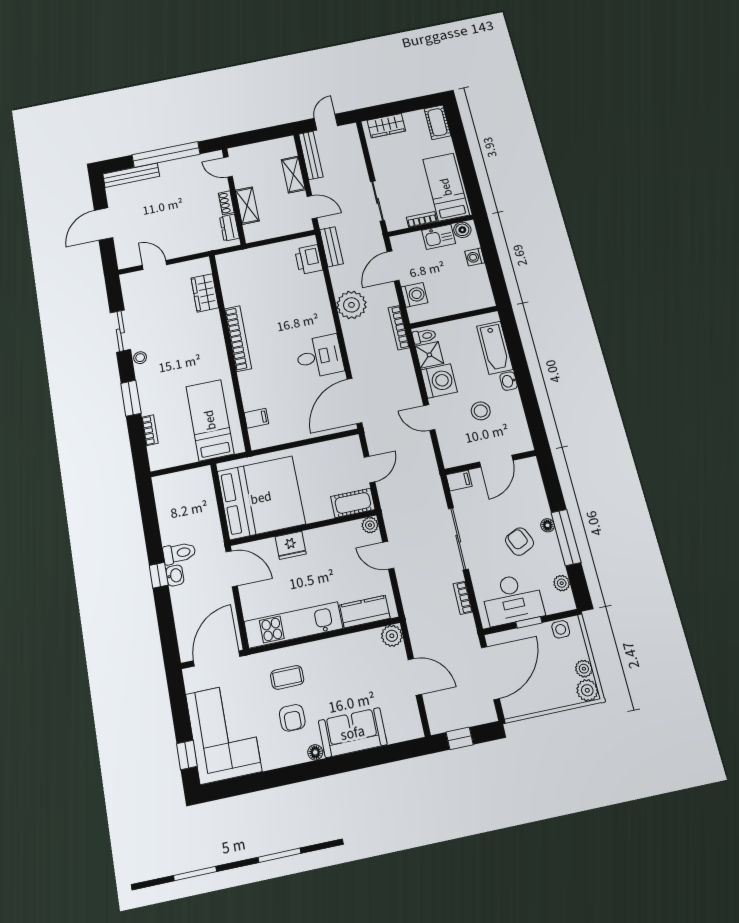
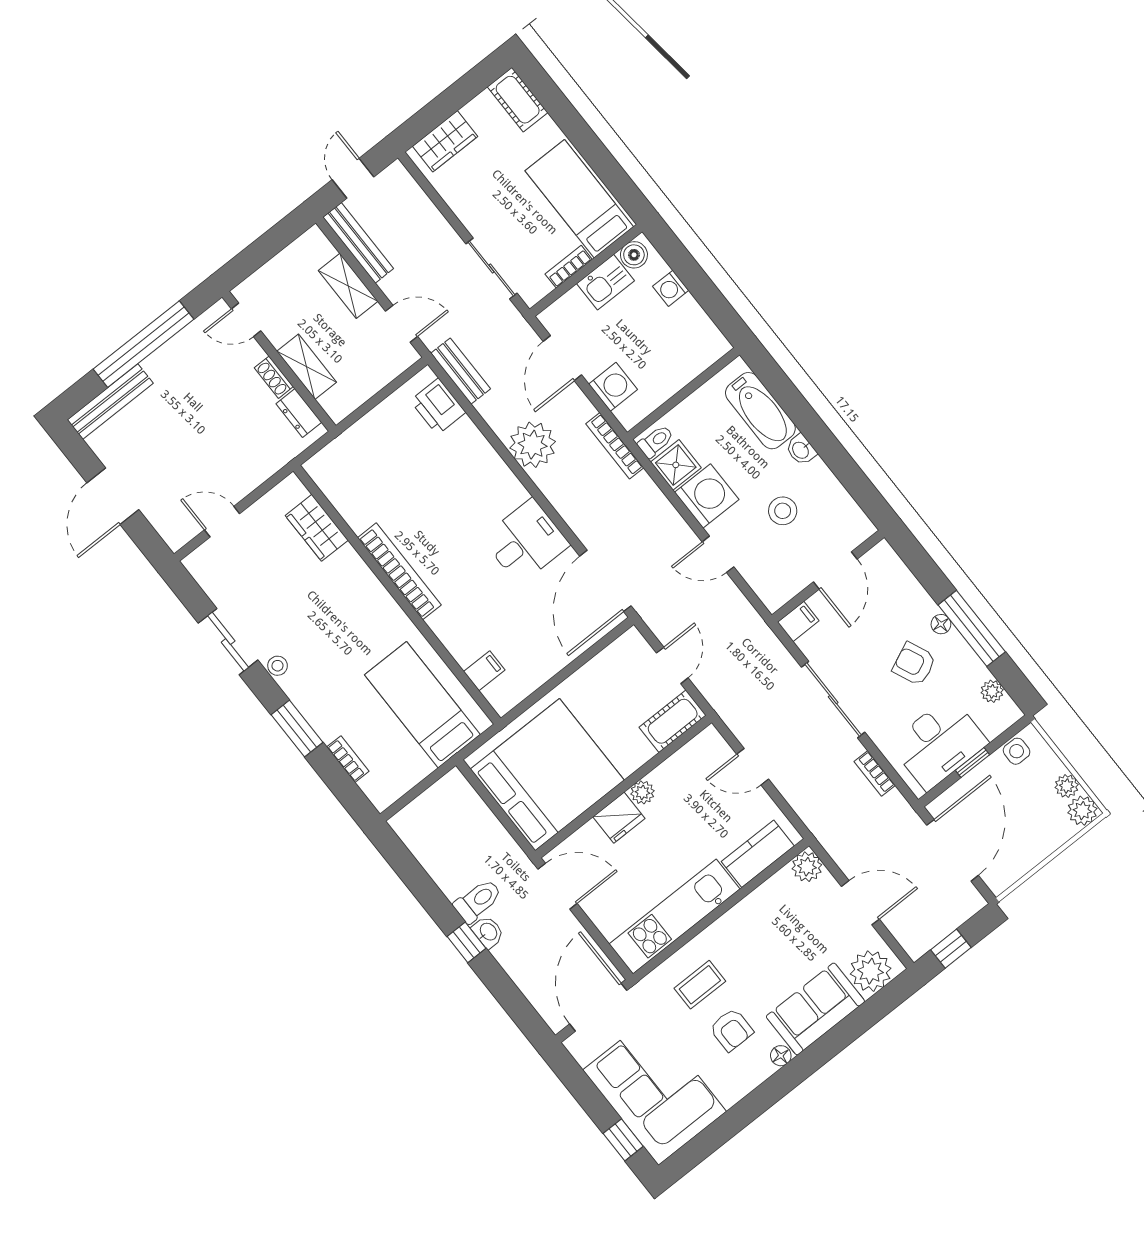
plant: (370, 525) -> (642, 792), moved
plant: (400, 726) -> (871, 971), added

